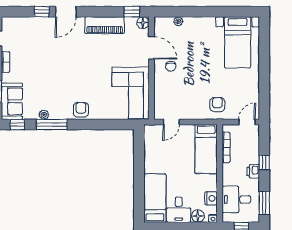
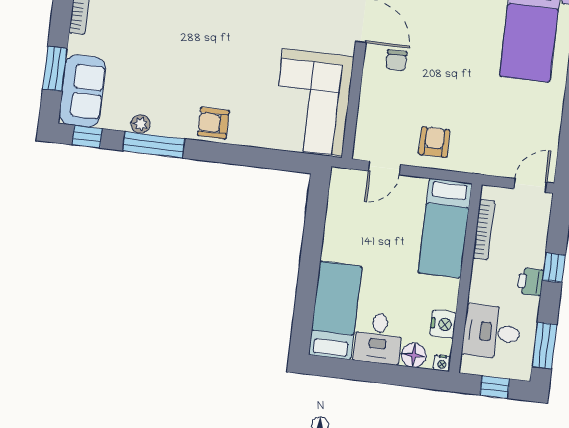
armchair: (217, 104) -> (434, 142), moved
armchair: (81, 110) -> (213, 123), turned -90

